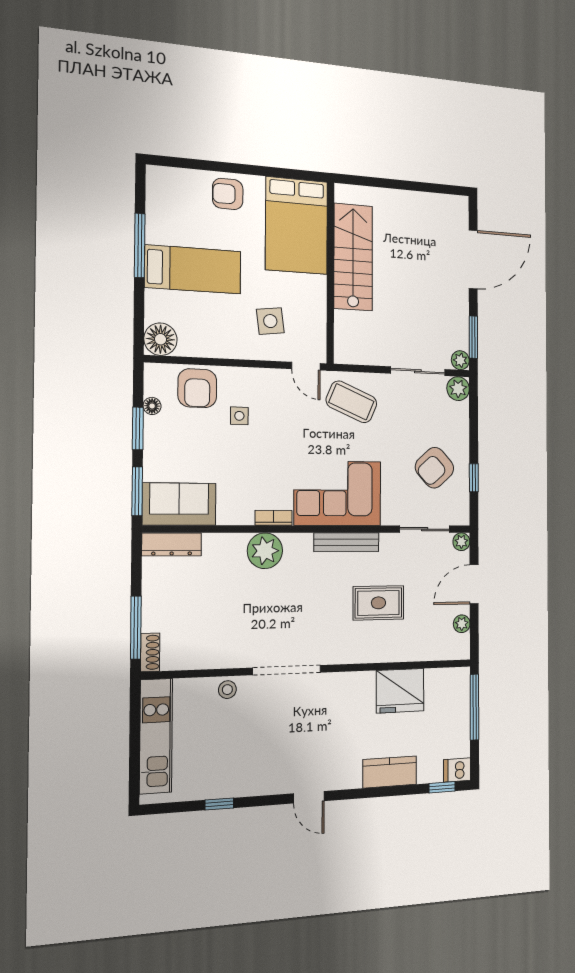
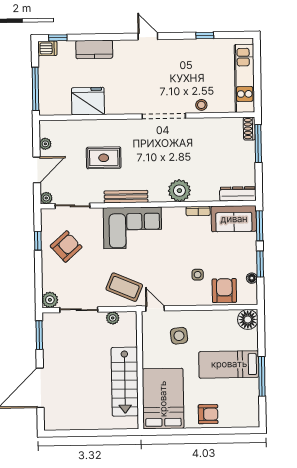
plant: (460, 360) -> (113, 318), moved
bookcase: (274, 518) -> (198, 211), moved

